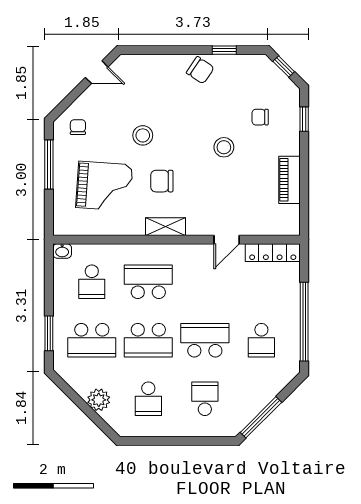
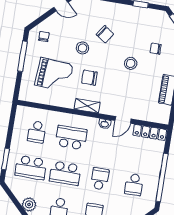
chair: (200, 70) -> (105, 34), moved
washbasin: (62, 251) -> (105, 124), moved
school desk: (205, 340) -> (100, 179), width x0.54

